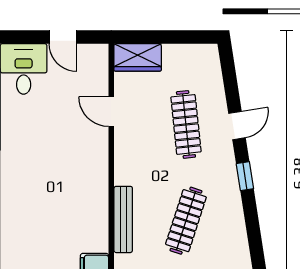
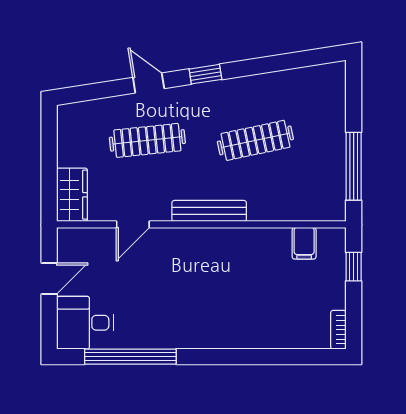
bench: (123, 219) -> (209, 211), moved
clothes rail: (186, 221) -> (255, 140), turned -30

